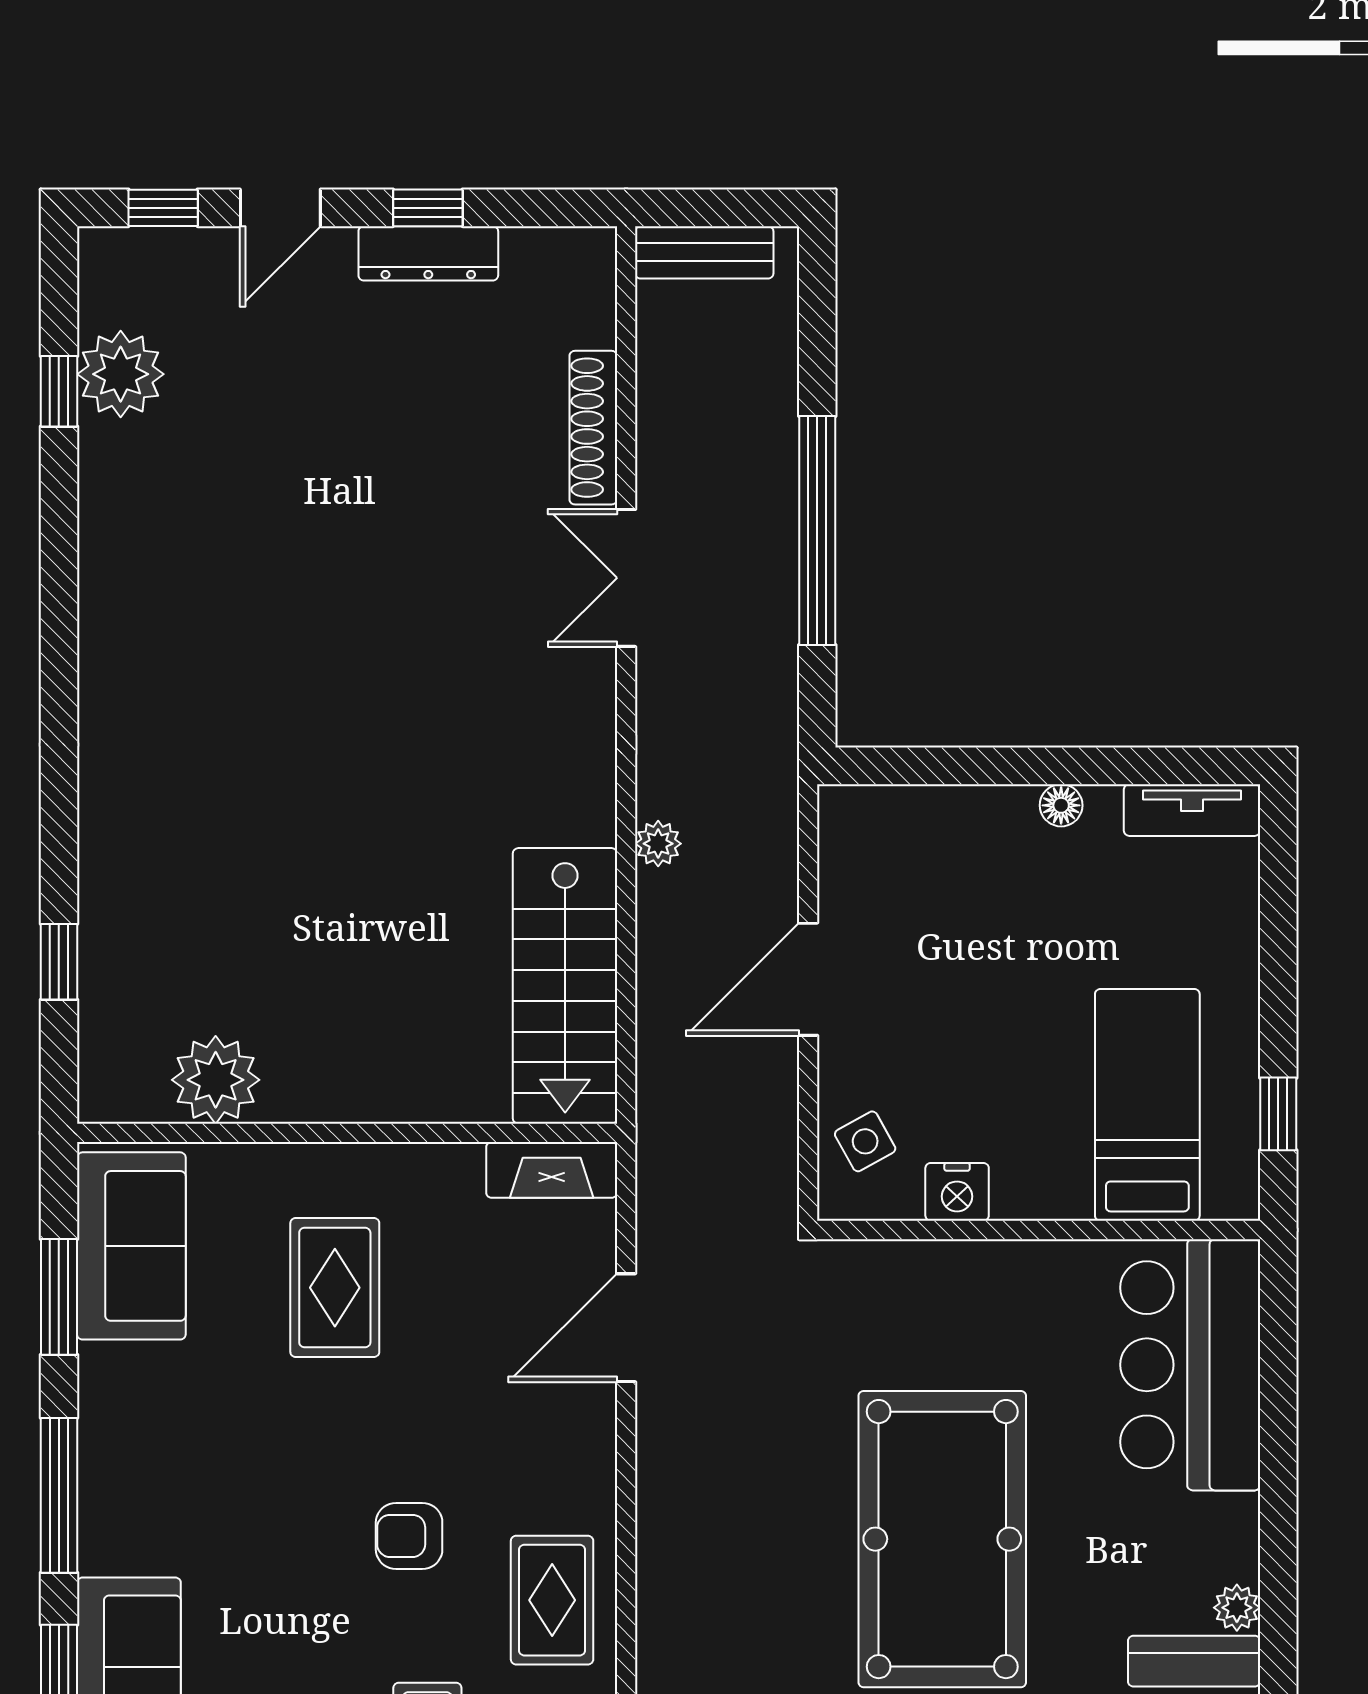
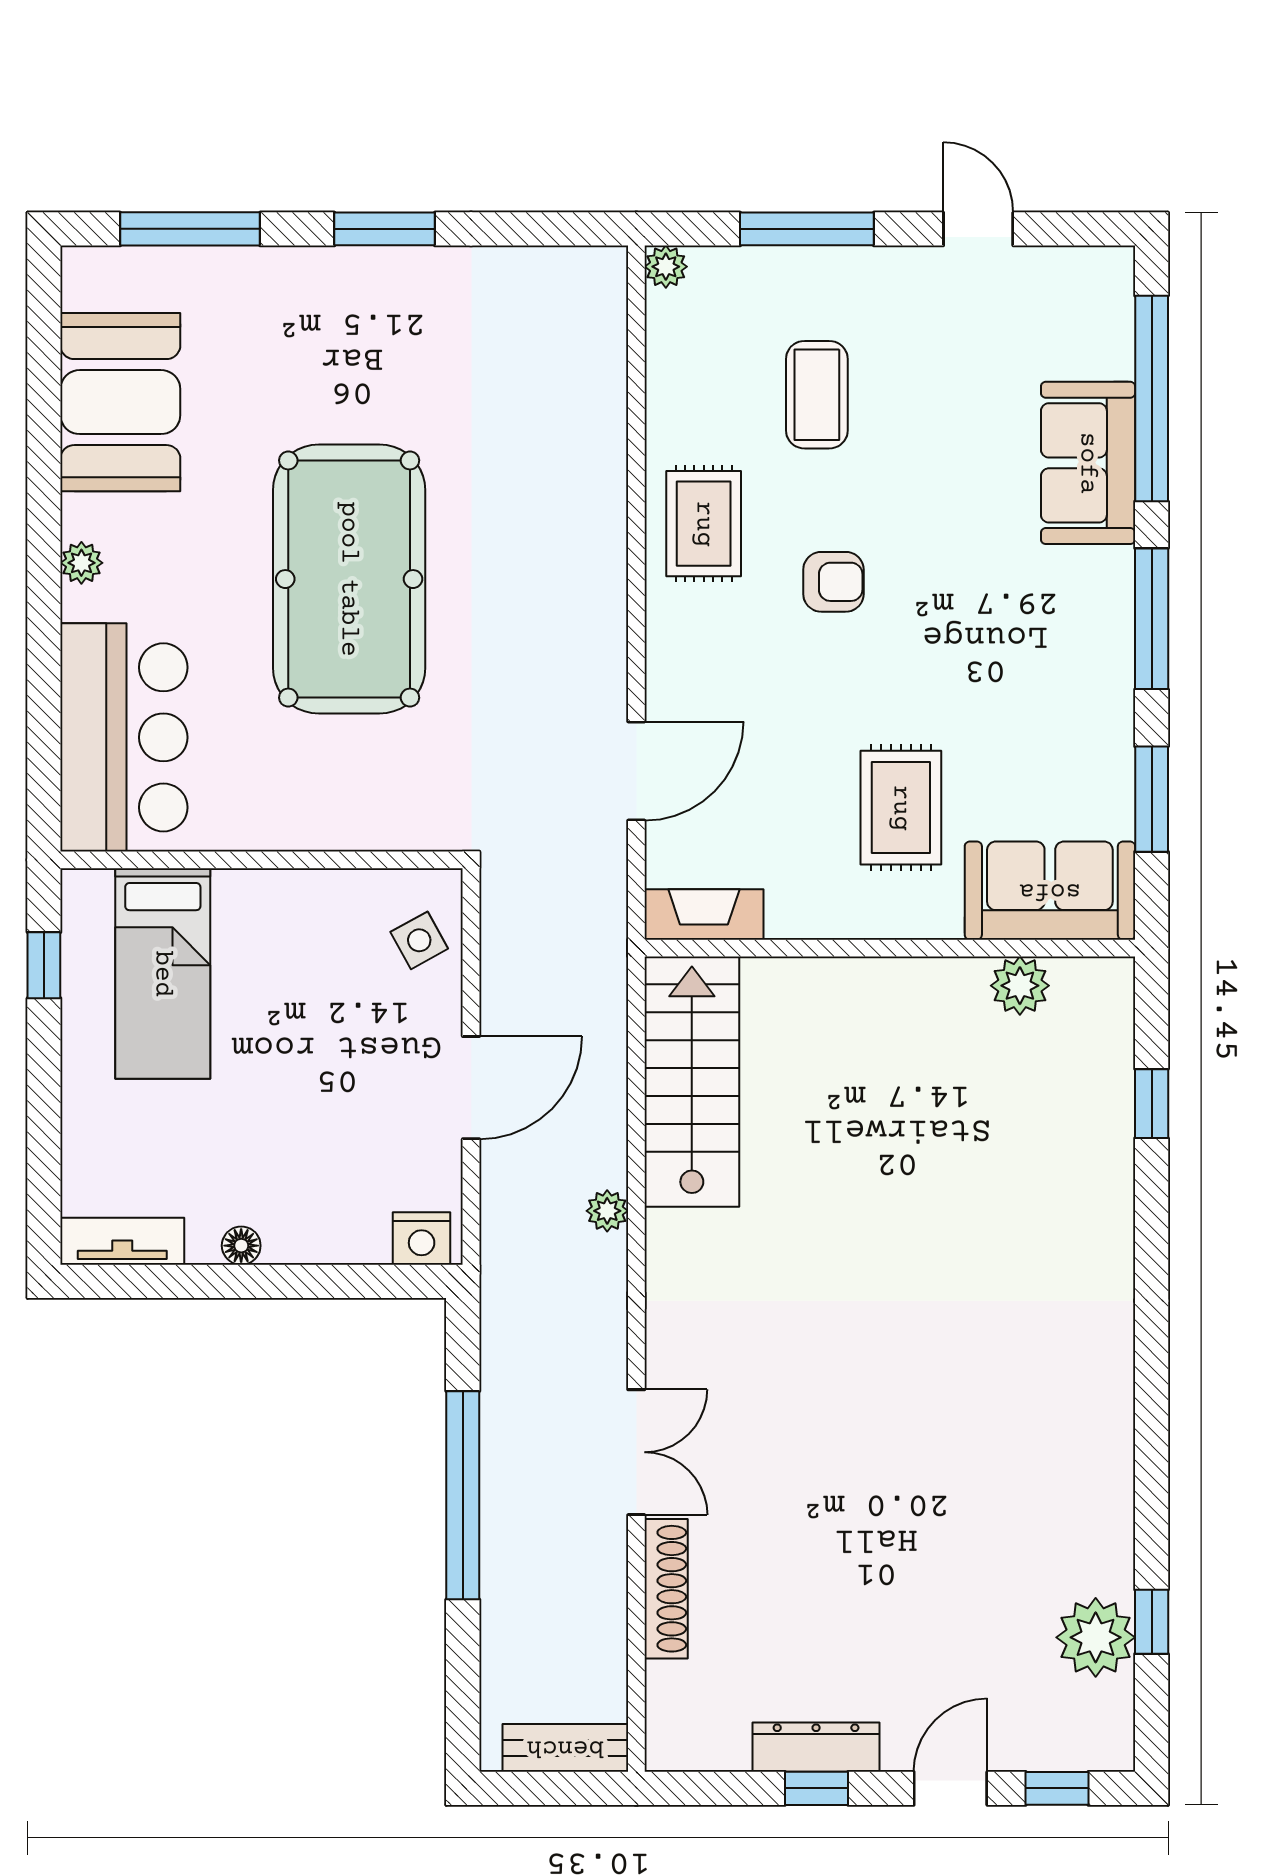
plant: (216, 1080) -> (1020, 986), width x0.73, depth x0.73
nightstand: (957, 1192) -> (422, 1239), moved, turned 180
sofa: (131, 1246) -> (1050, 891), moved, turned 90
plant: (1237, 1608) -> (81, 563), moved

